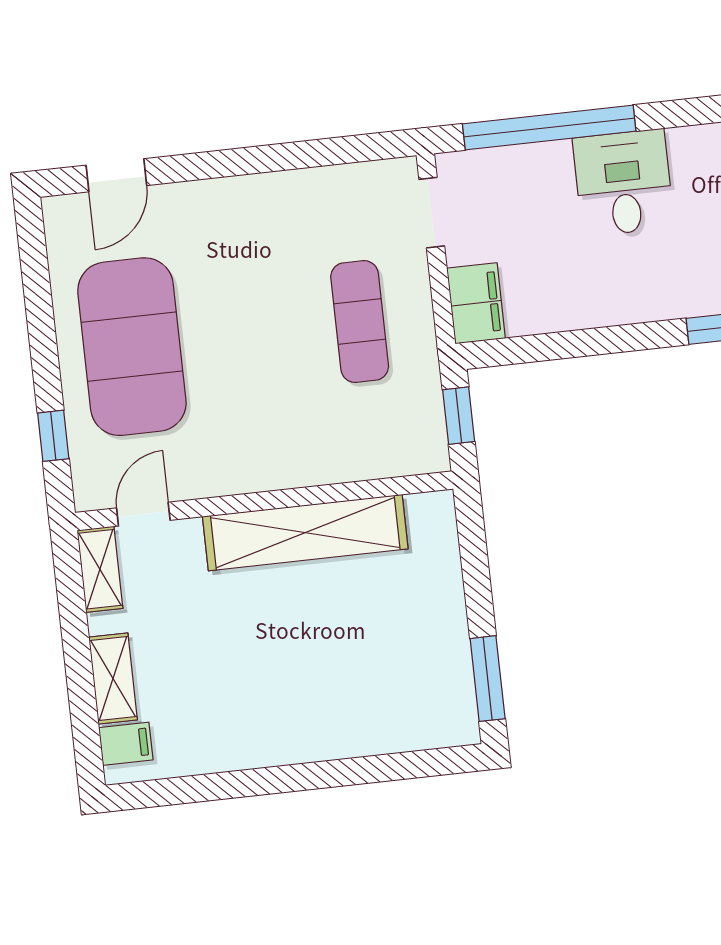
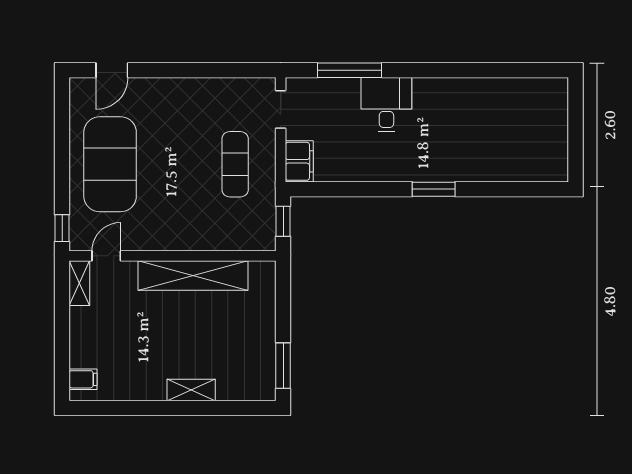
window: (549, 127) -> (350, 70), width x0.68
window: (53, 436) -> (62, 228), moved
shelving: (113, 678) -> (191, 390), moved, turned 90

